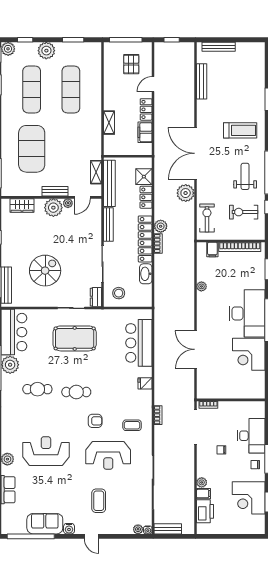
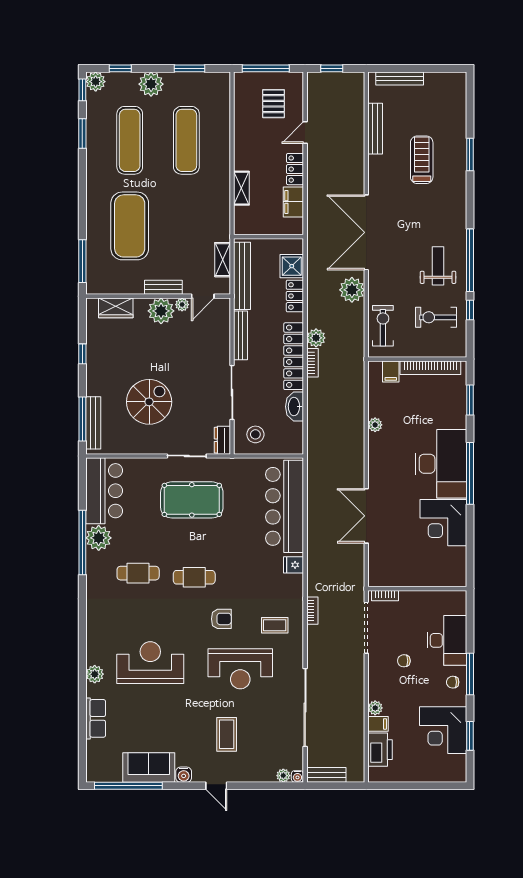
treadmill: (240, 130) -> (422, 160), moved, turned -90
bar counter: (139, 343) -> (285, 506), width x1.36

